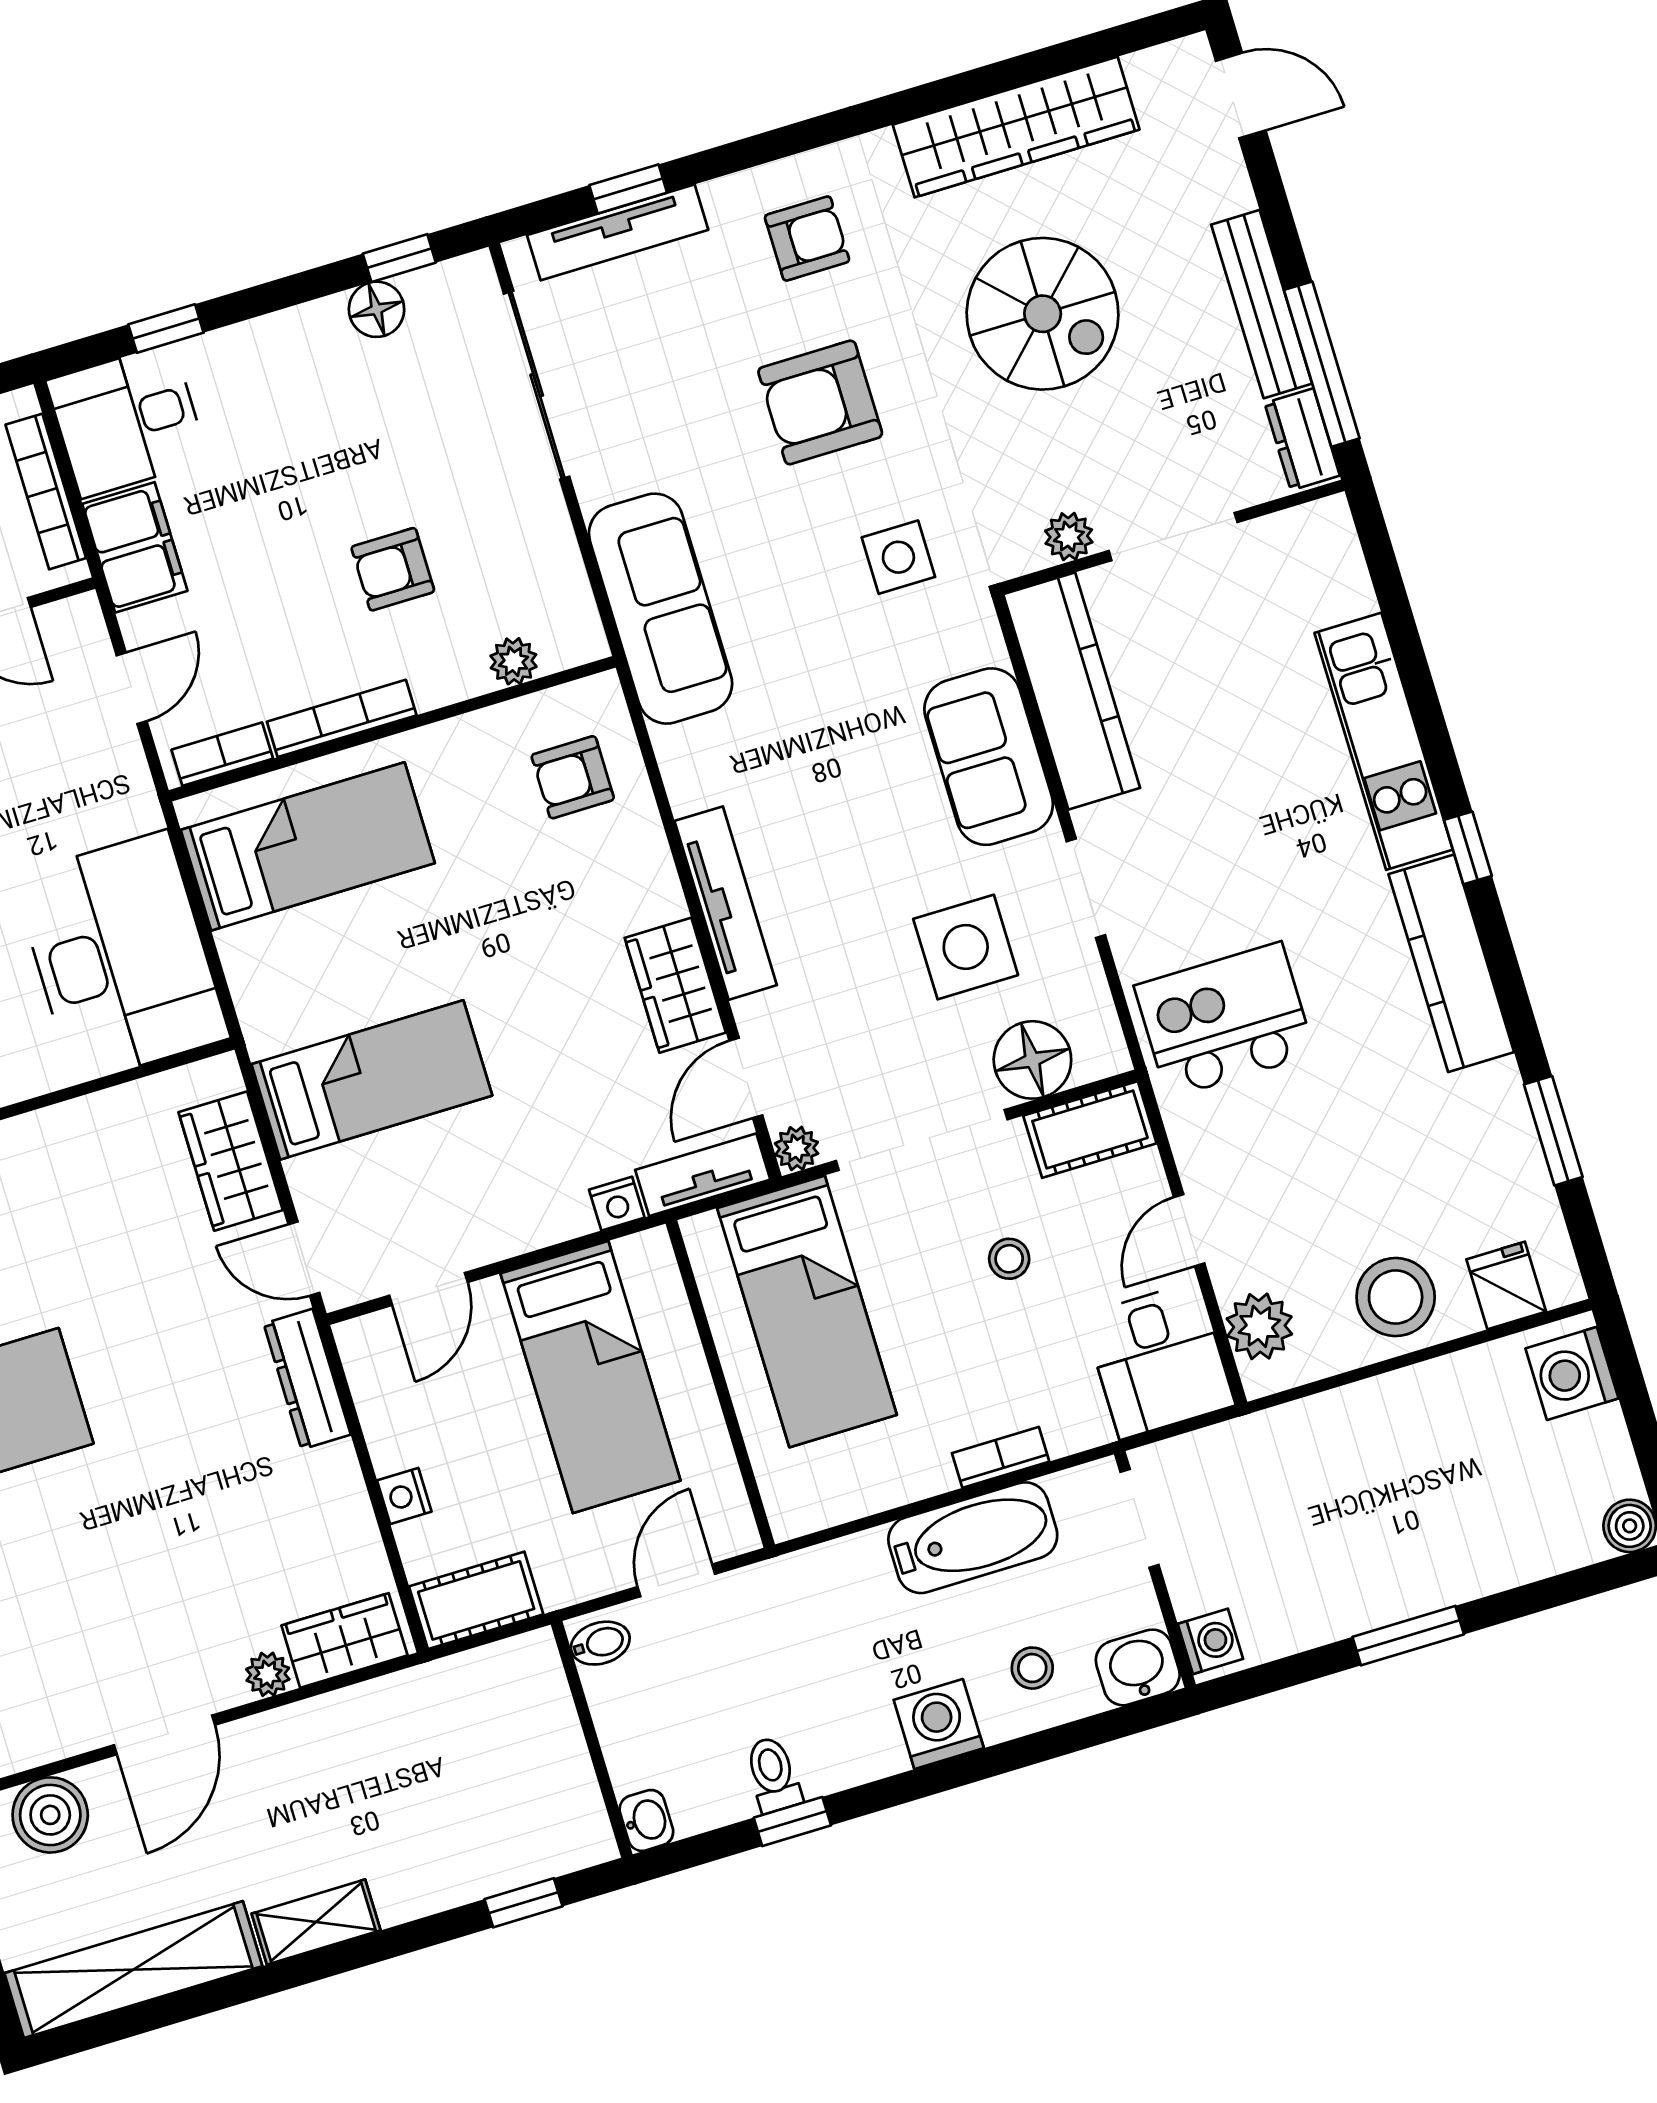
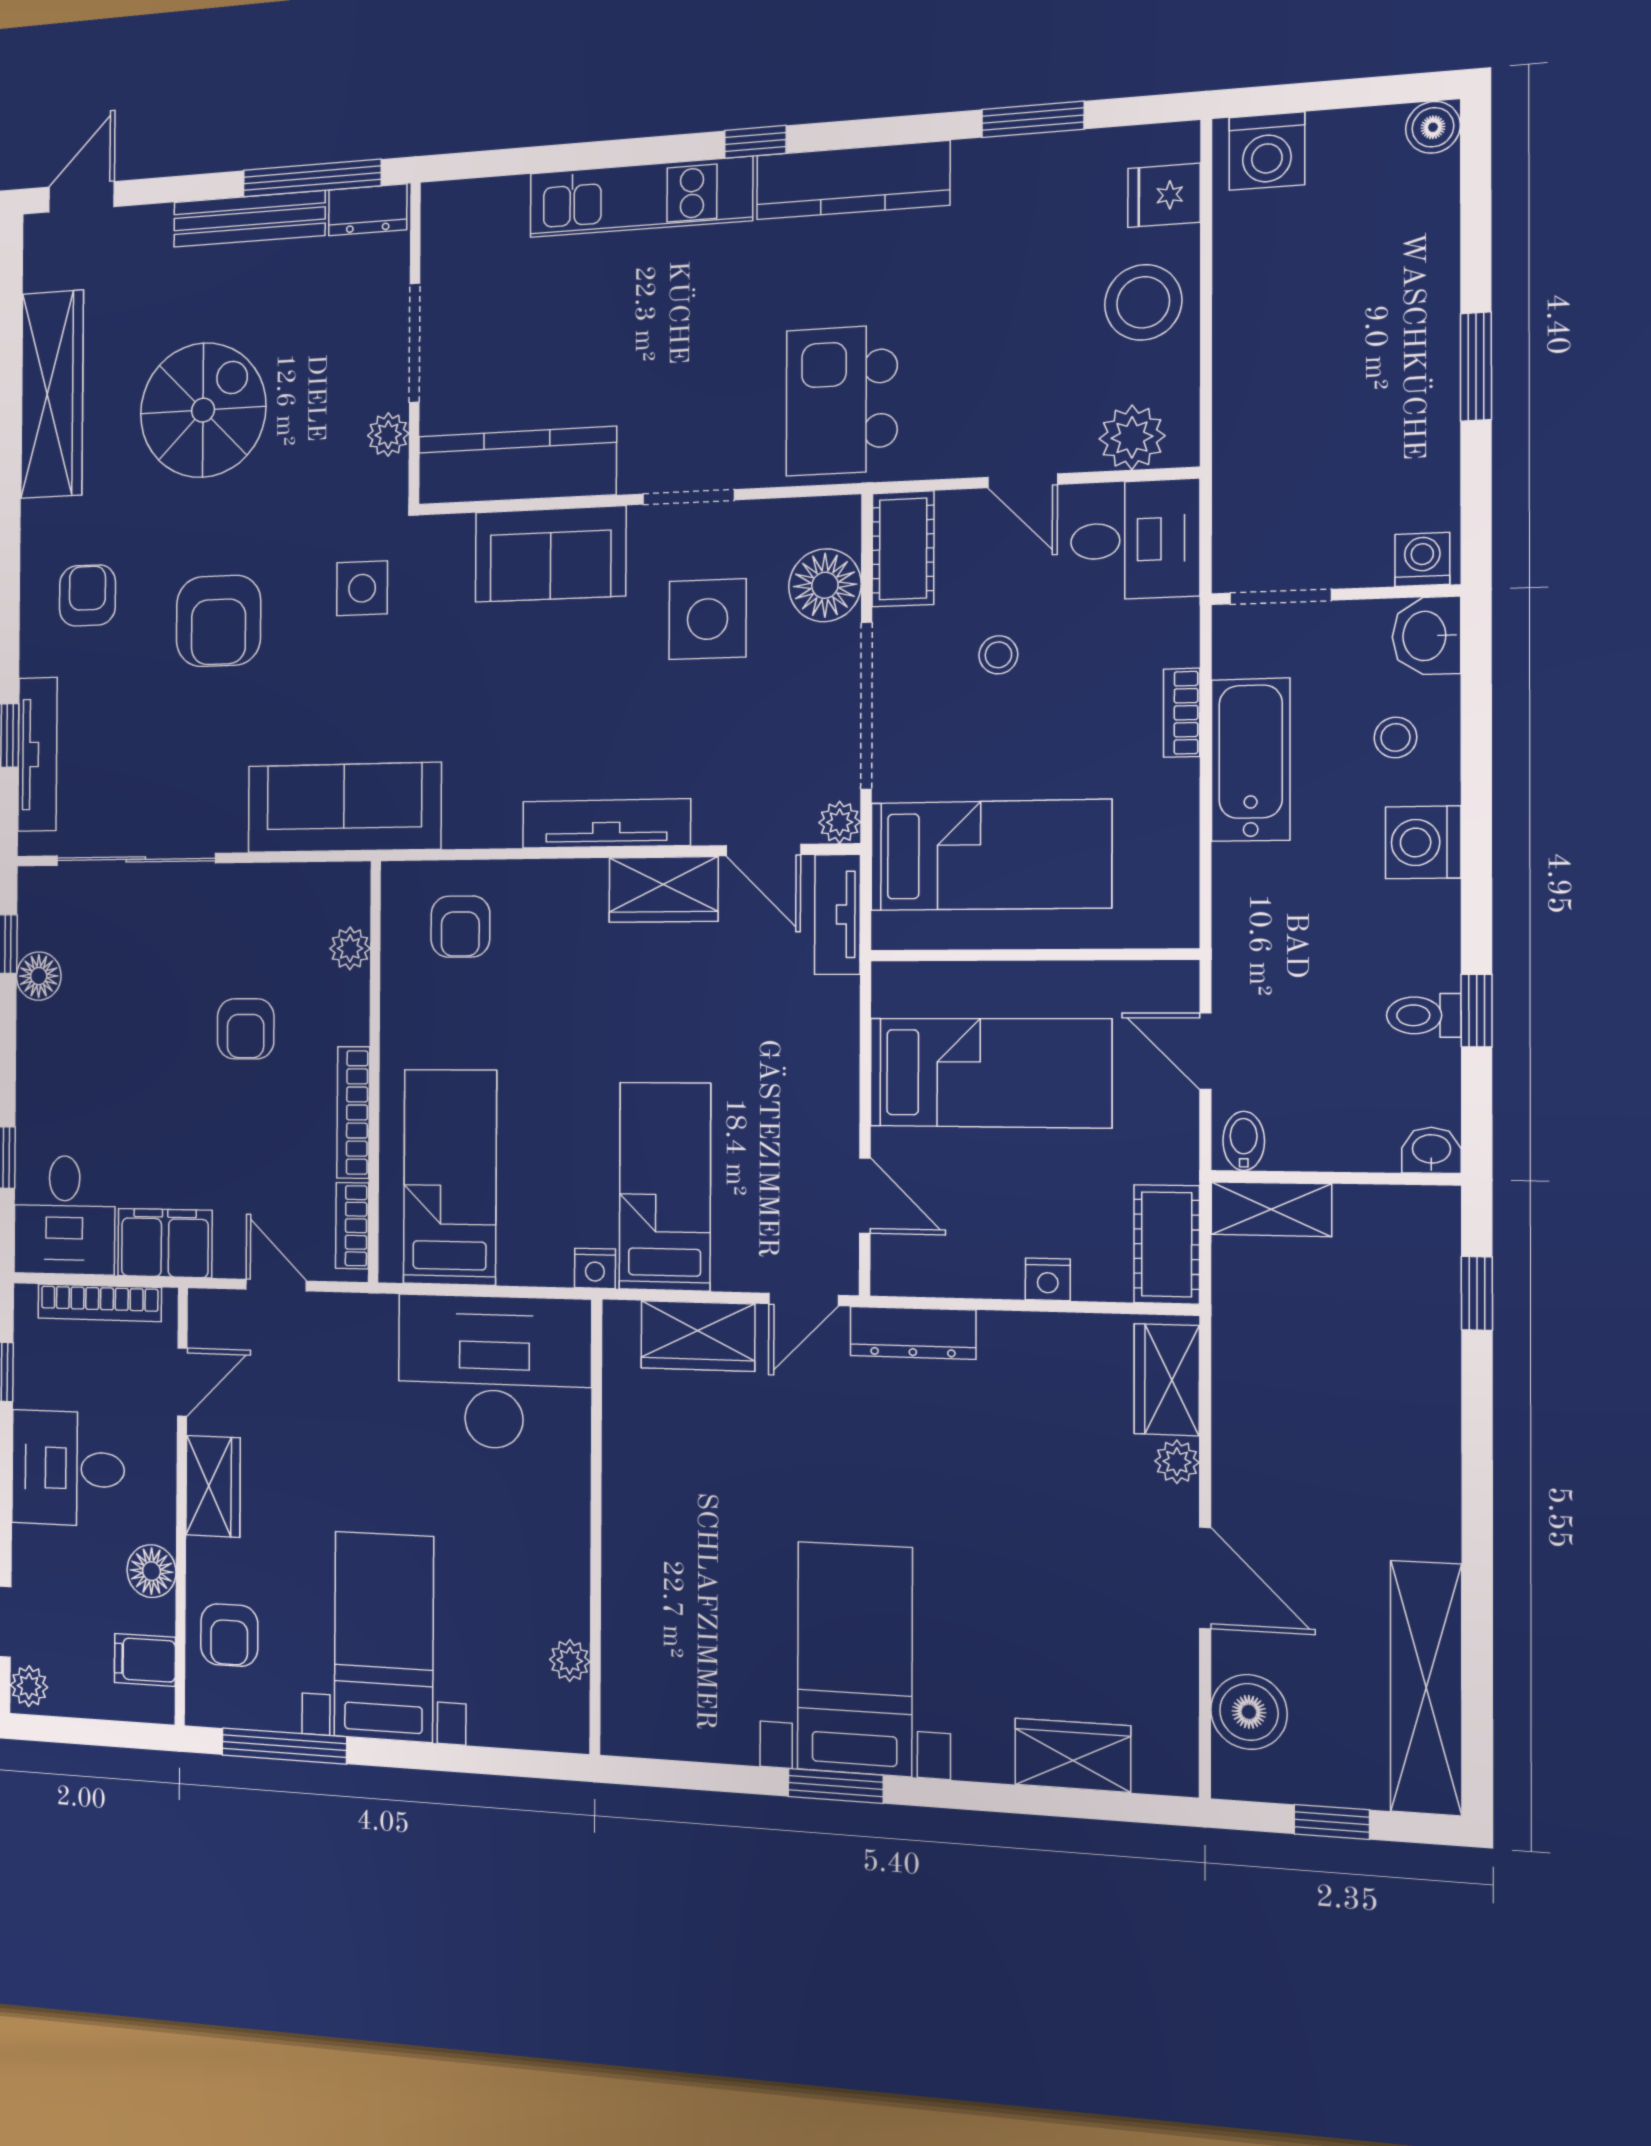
nightstand: (617, 1204) -> (595, 1268), moved, turned 90
shelving: (316, 1922) -> (1271, 1209), moved, turned 90

